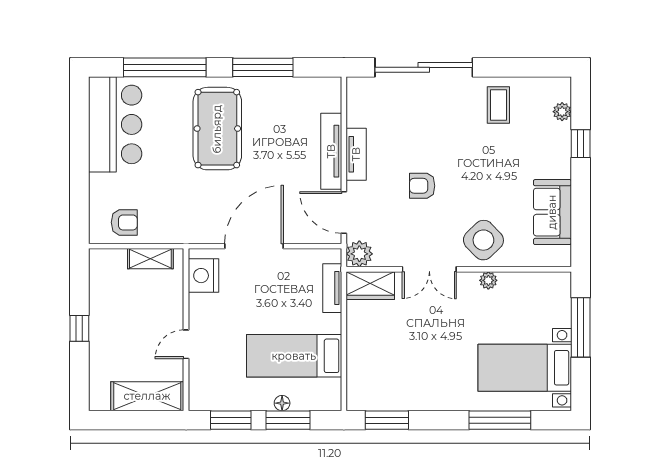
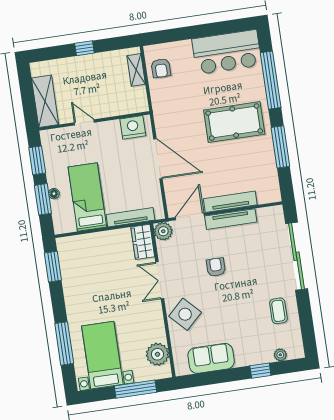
coffee table: (498, 105) -> (278, 311), turned 90
tv unit: (356, 154) -> (231, 219), width x1.41
shelving: (150, 259) -> (136, 70), moved
plant: (488, 280) -> (157, 354), moved, width x1.88, depth x1.88
tv unit: (332, 288) -> (130, 217), width x1.41

